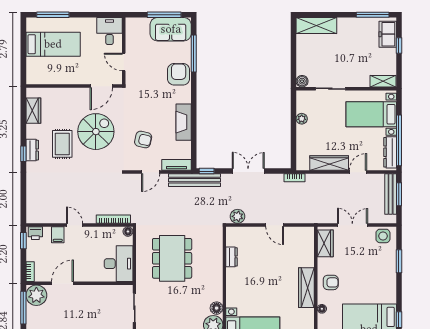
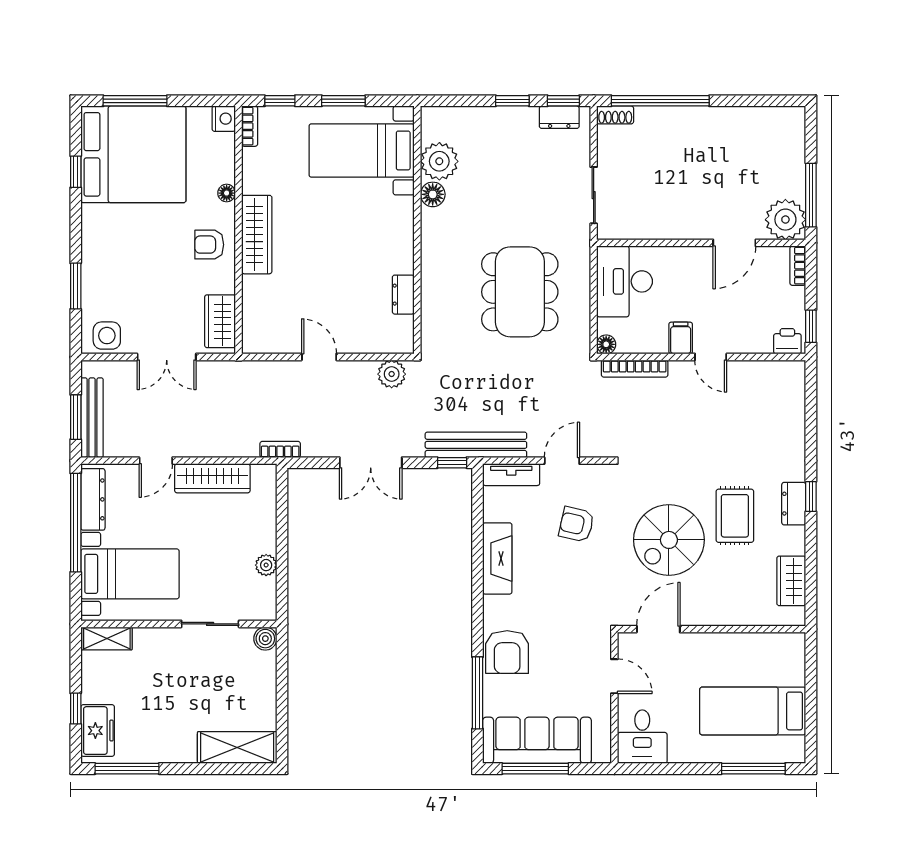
sofa: (171, 29) -> (537, 740), width x1.36
filing cabinet: (58, 235) -> (681, 338), moved

